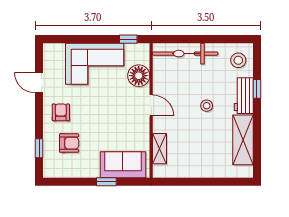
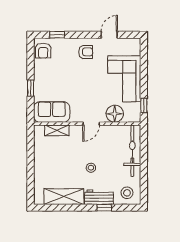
armchair: (69, 143) -> (43, 51), moved
sofa: (123, 165) -> (52, 112), moved, turned -90

